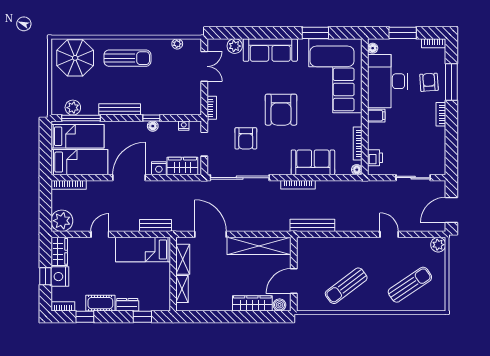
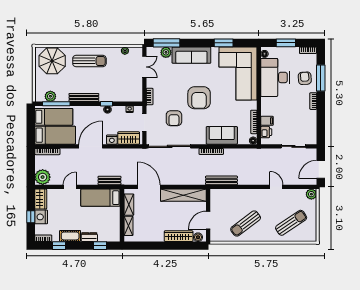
window: (235, 33) -> (166, 43), added
filing cabinet: (376, 116) -> (267, 121), moved

